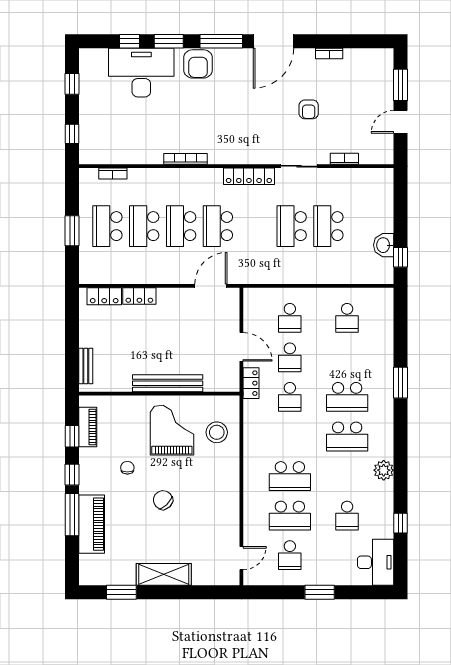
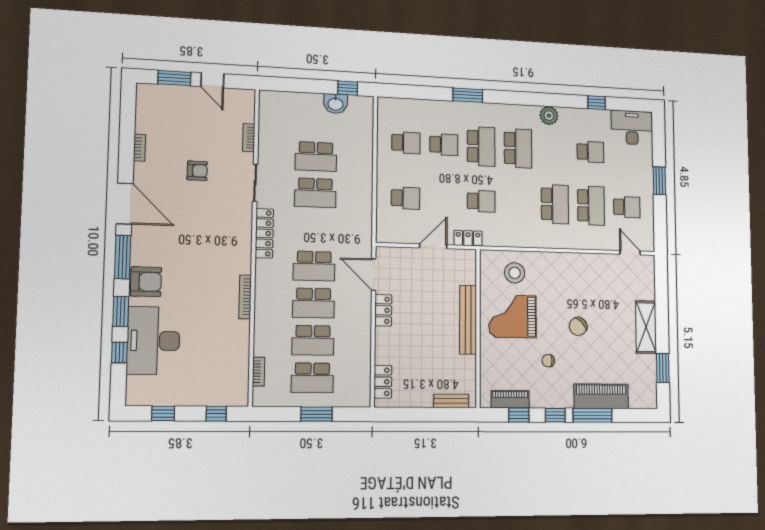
locker: (139, 296) -> (383, 310), moved
school desk: (290, 357) -> (444, 145), moved

